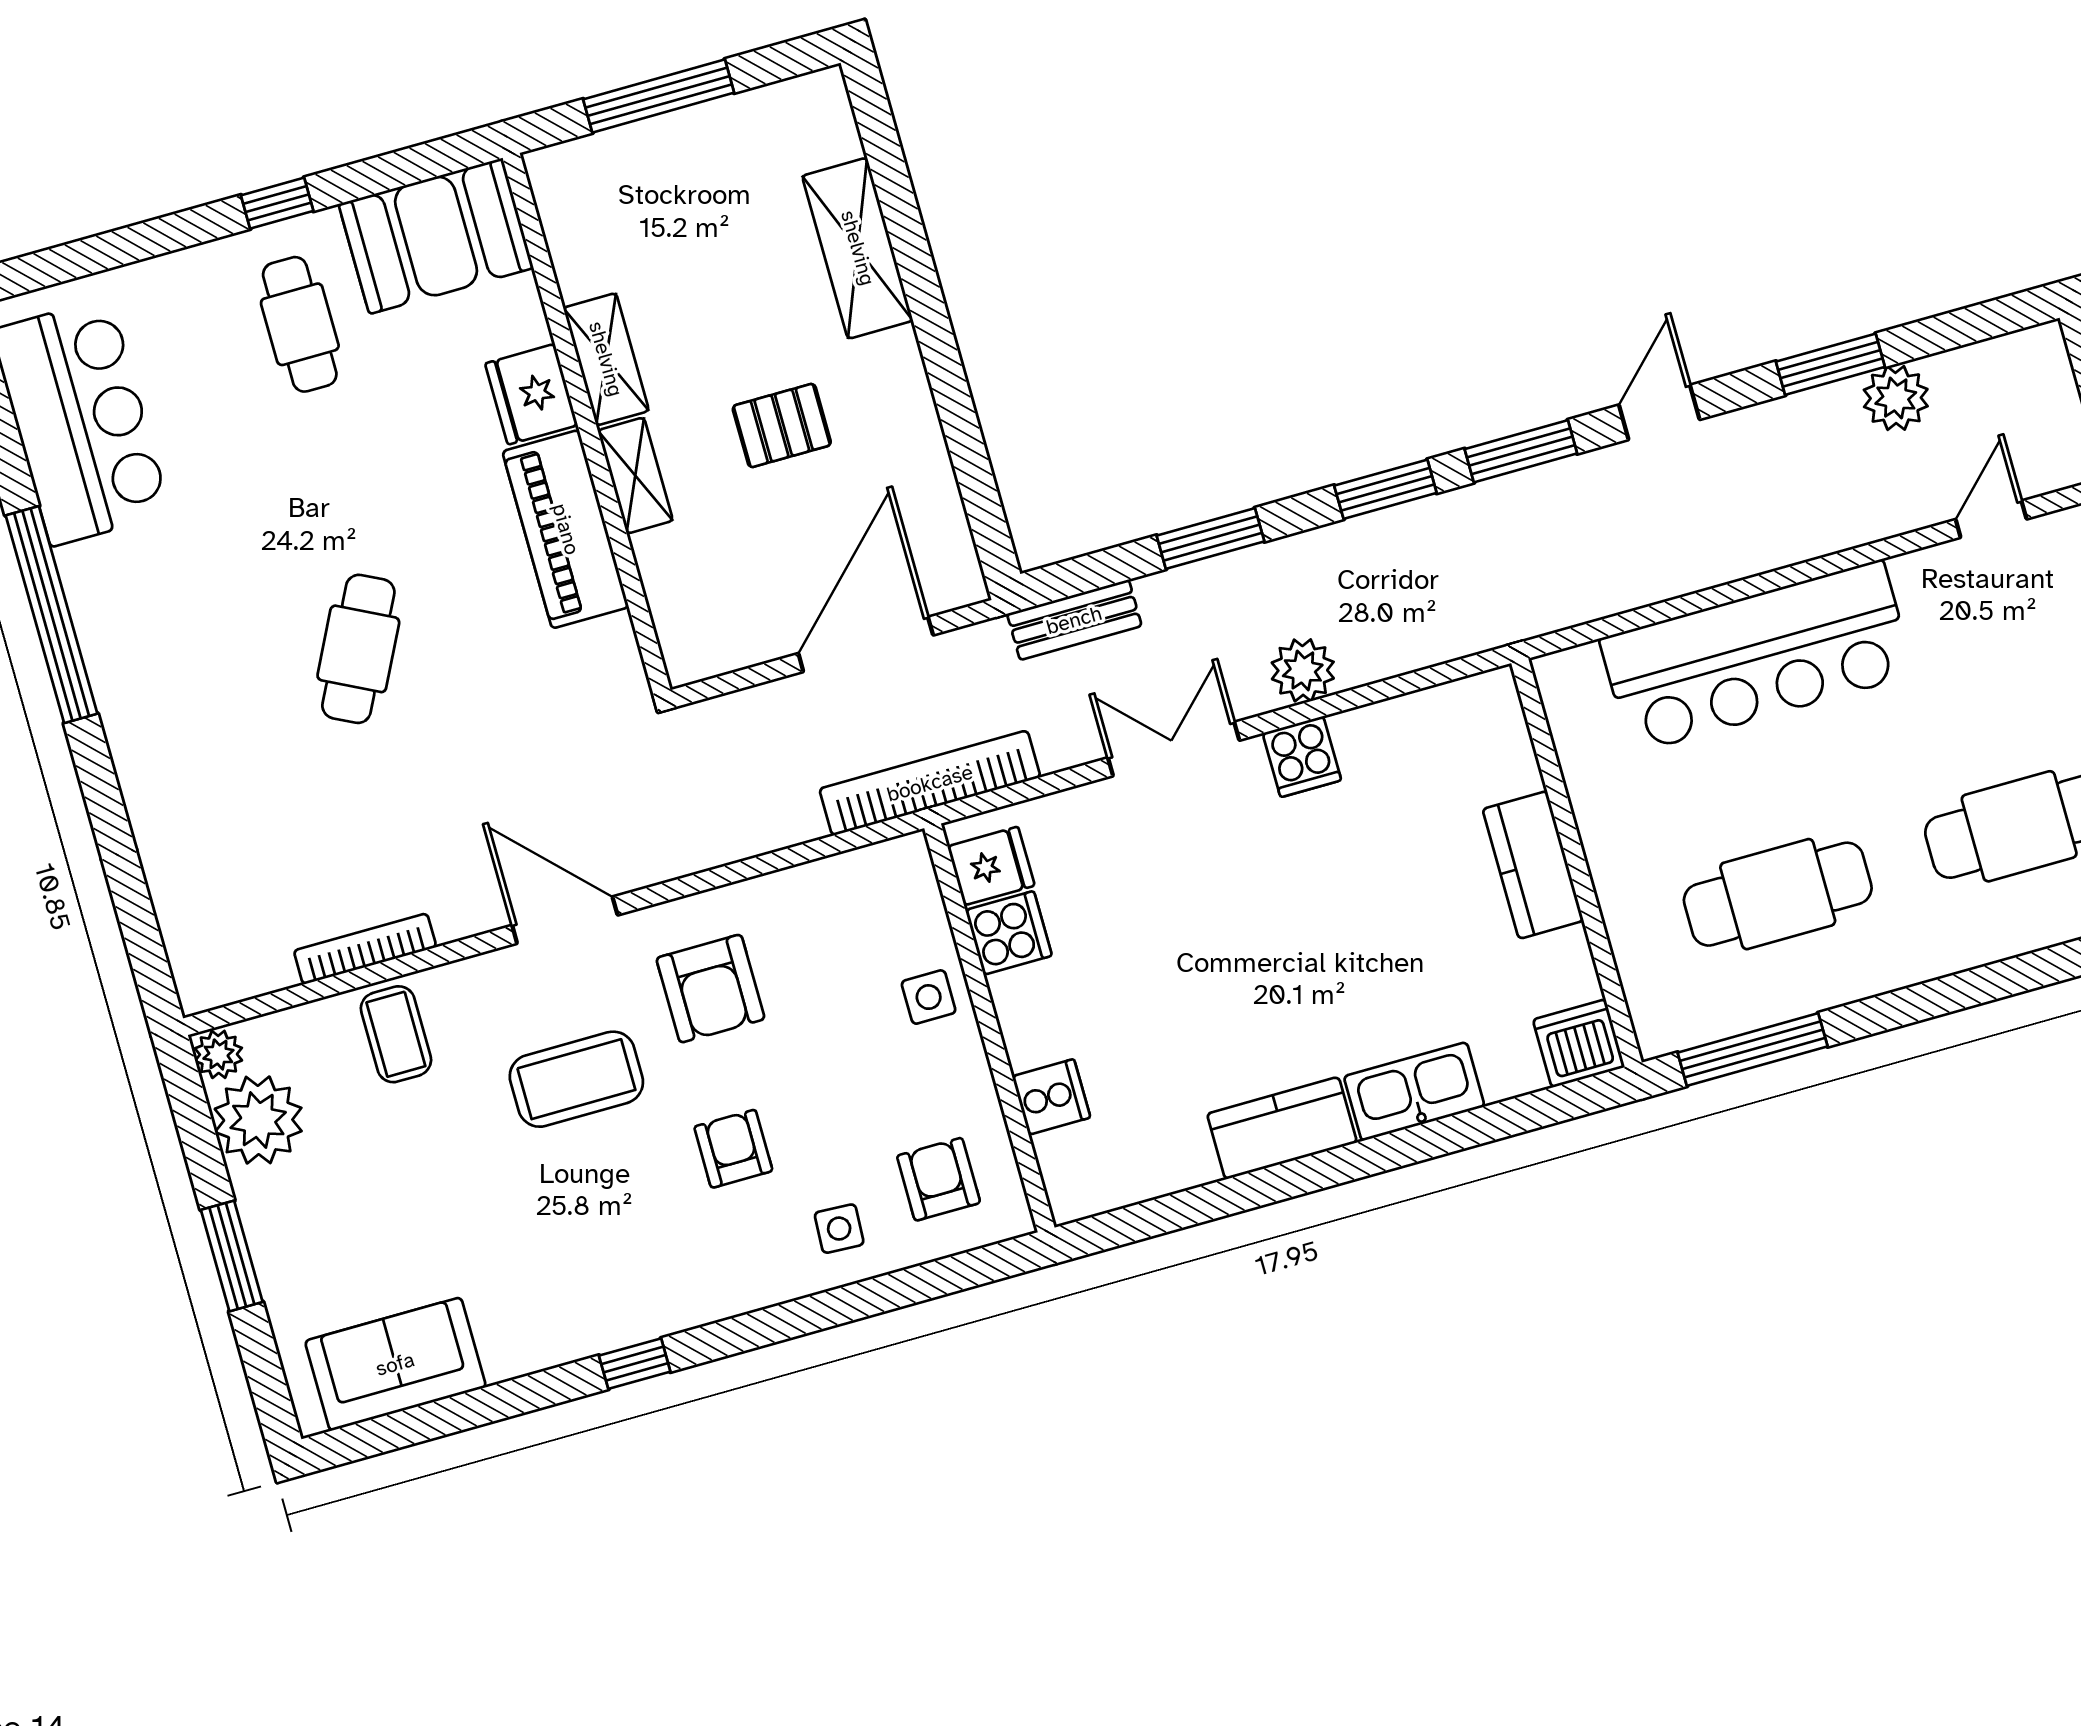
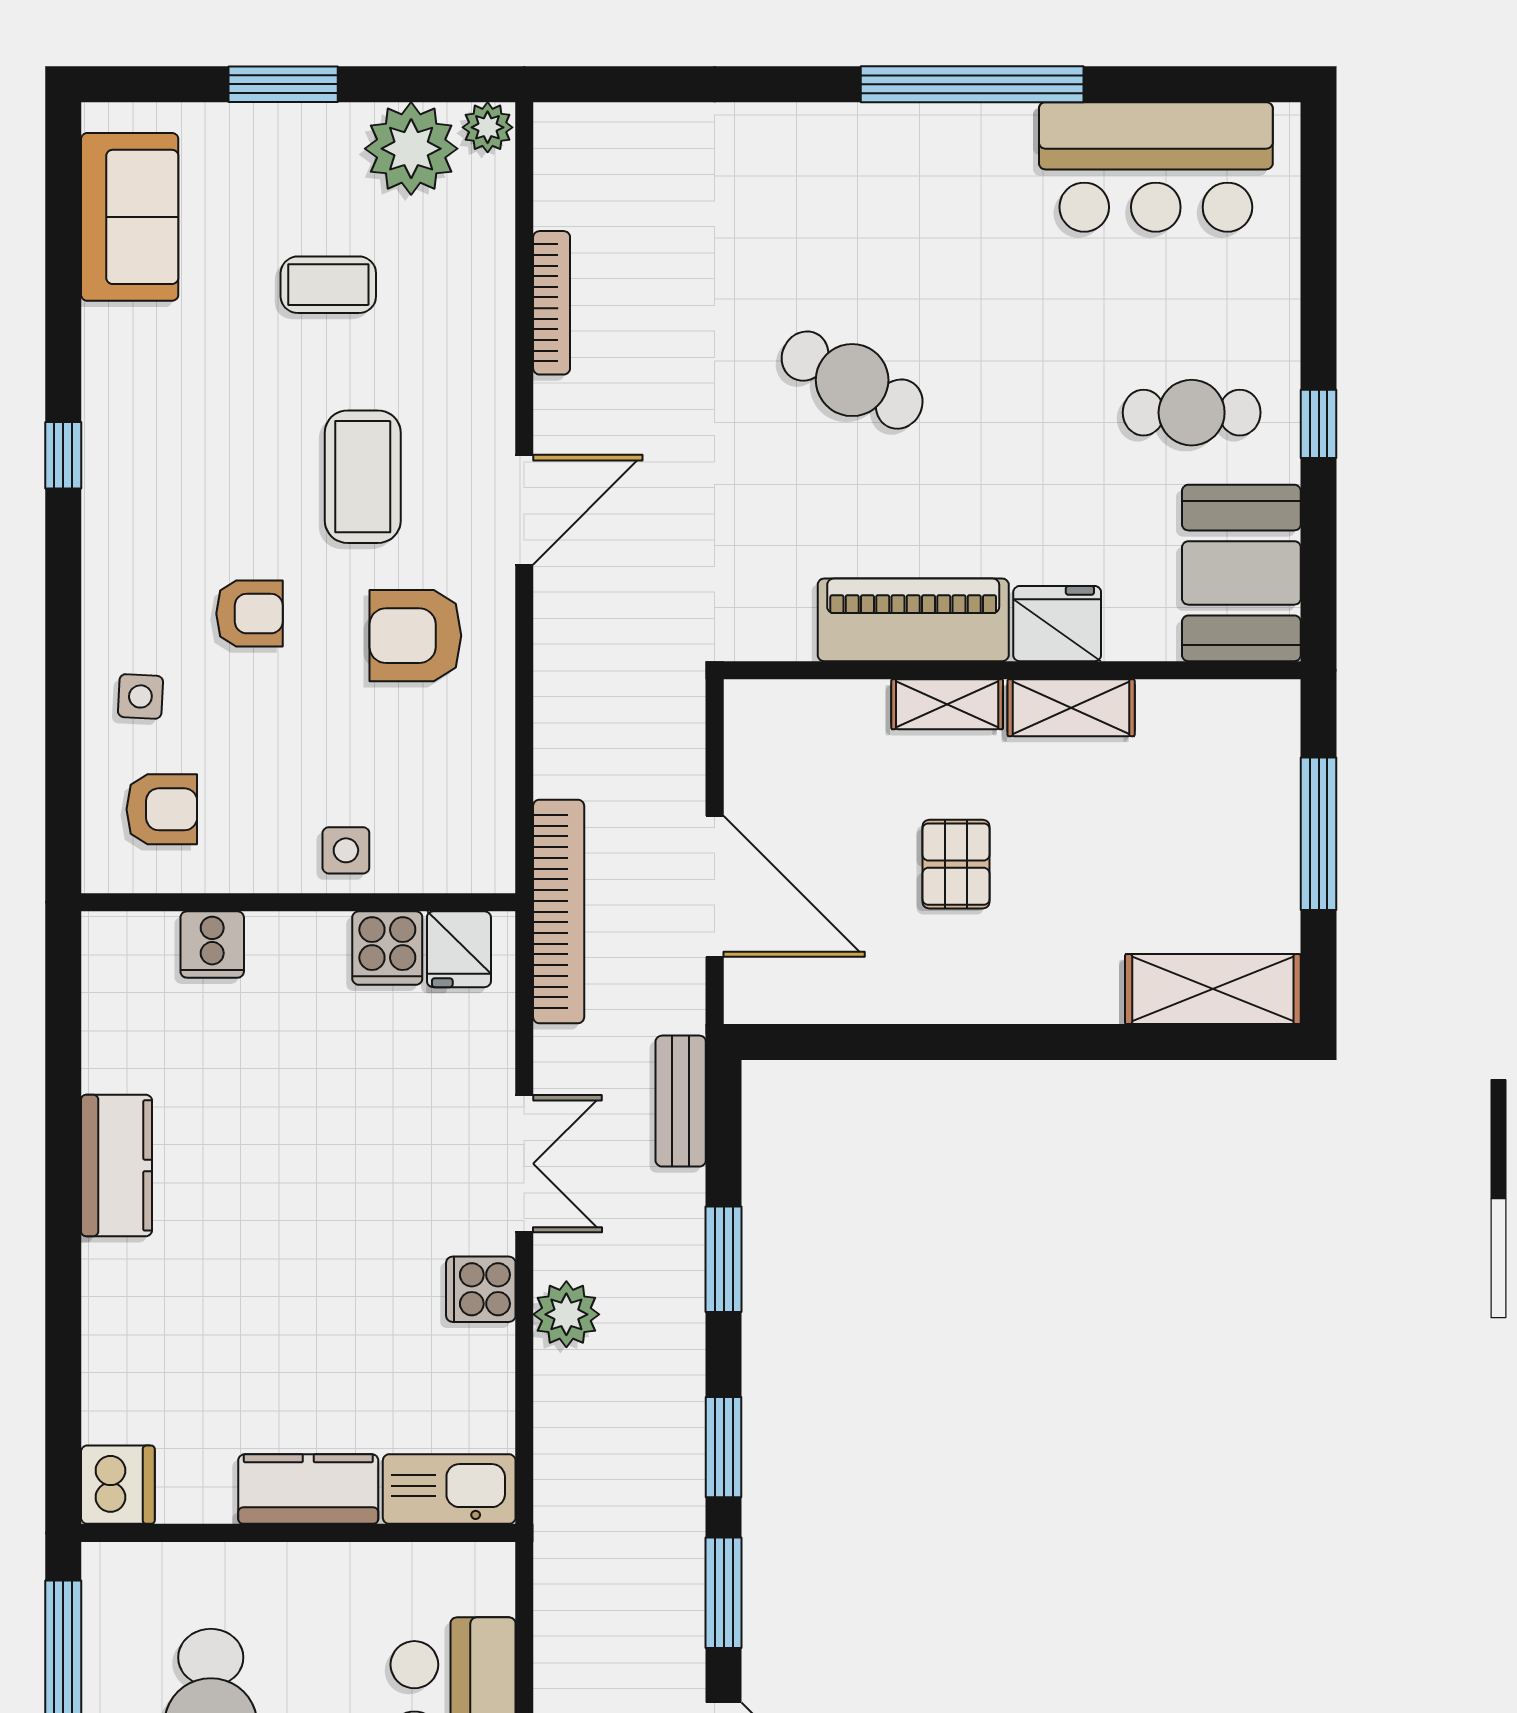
shelving: (858, 248) -> (1213, 989), moved
coffee table: (396, 1034) -> (328, 285), moved
kitchen sink: (1414, 1092) -> (449, 1489), moved, turned -90

